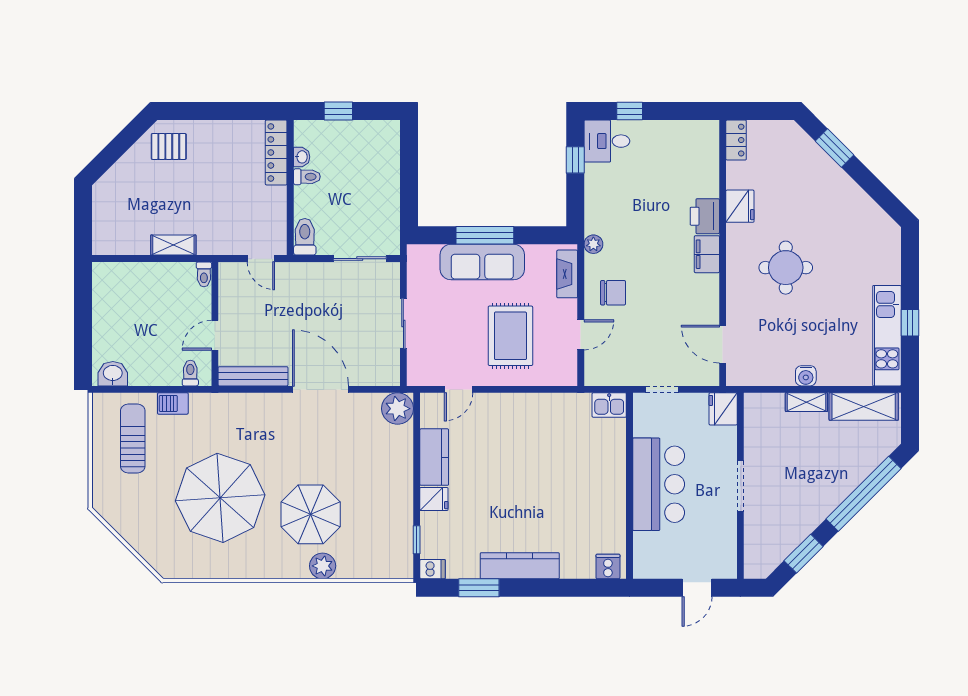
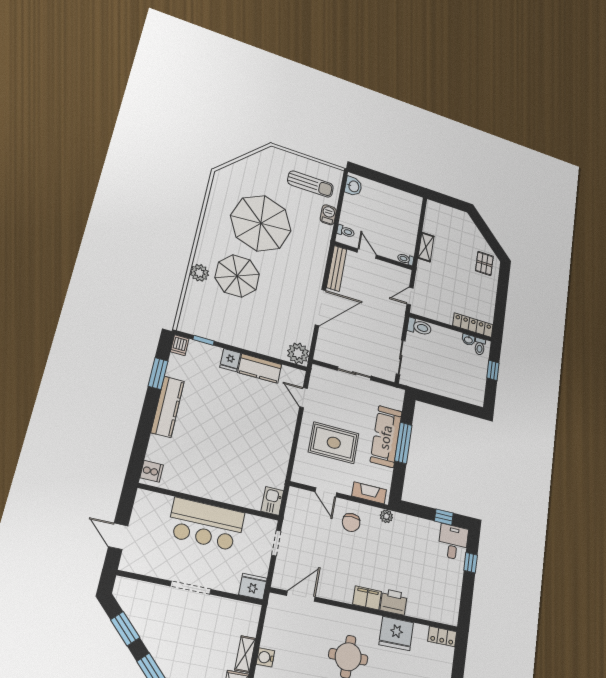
toilet: (307, 177) -> (480, 347), moved
fridge: (740, 206) -> (396, 634), width x1.36, depth x1.34

